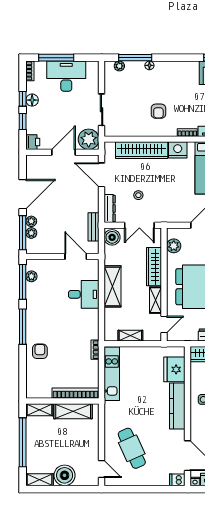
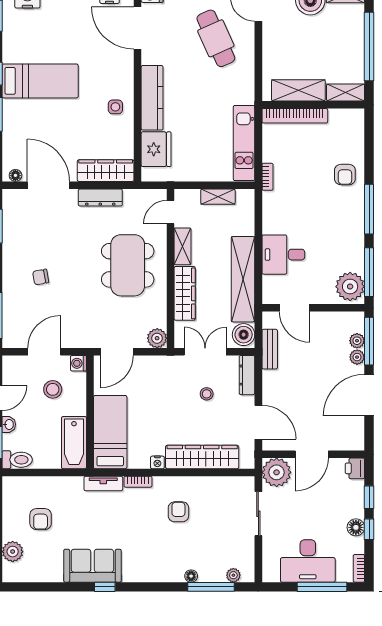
nightstand: (178, 150) -> (157, 462), width x0.53, depth x0.56
plant: (174, 246) -> (157, 338), moved
plant: (31, 276) -> (350, 287), width x1.87, depth x1.87
shelving: (112, 286) -> (243, 279), width x1.47

